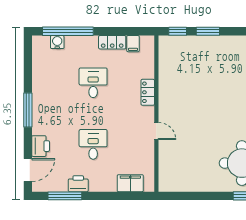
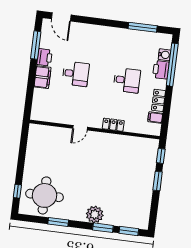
window: (28, 110) -> (143, 27), moved
printer: (41, 146) -> (161, 70), moved, turned 90
filing cabinet: (130, 183) -> (43, 77), moved

